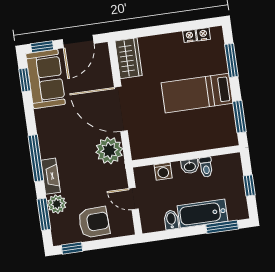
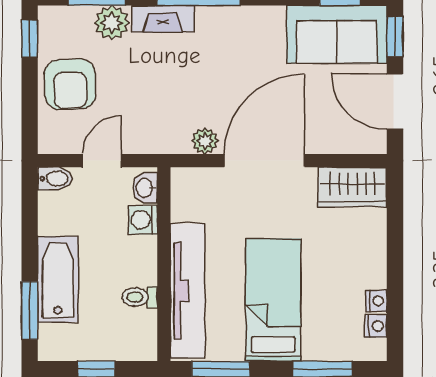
tv unit: (199, 141) -> (188, 291), added
plant: (109, 151) -> (205, 141), width x0.53, depth x0.53
washbasin: (190, 166) -> (145, 188), moved
bidet: (171, 220) -> (55, 179), moved

